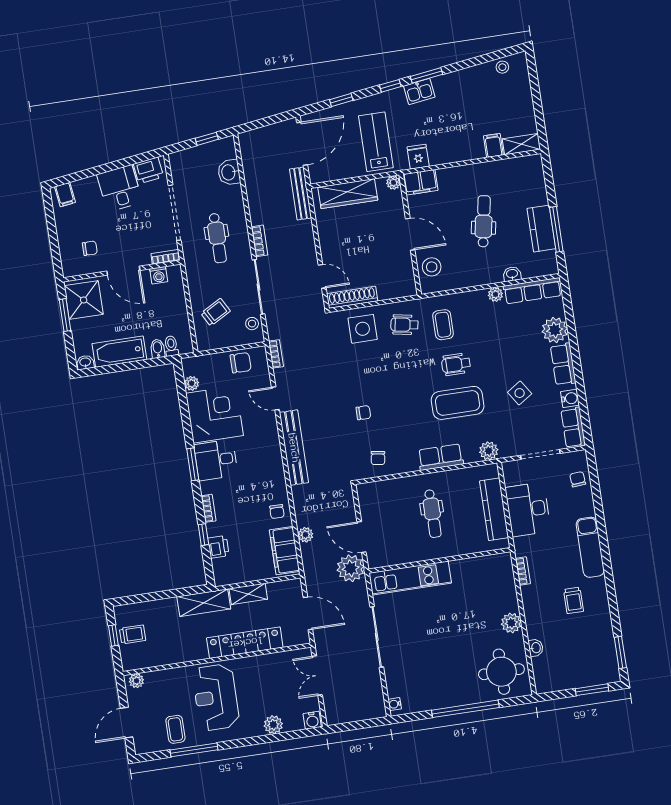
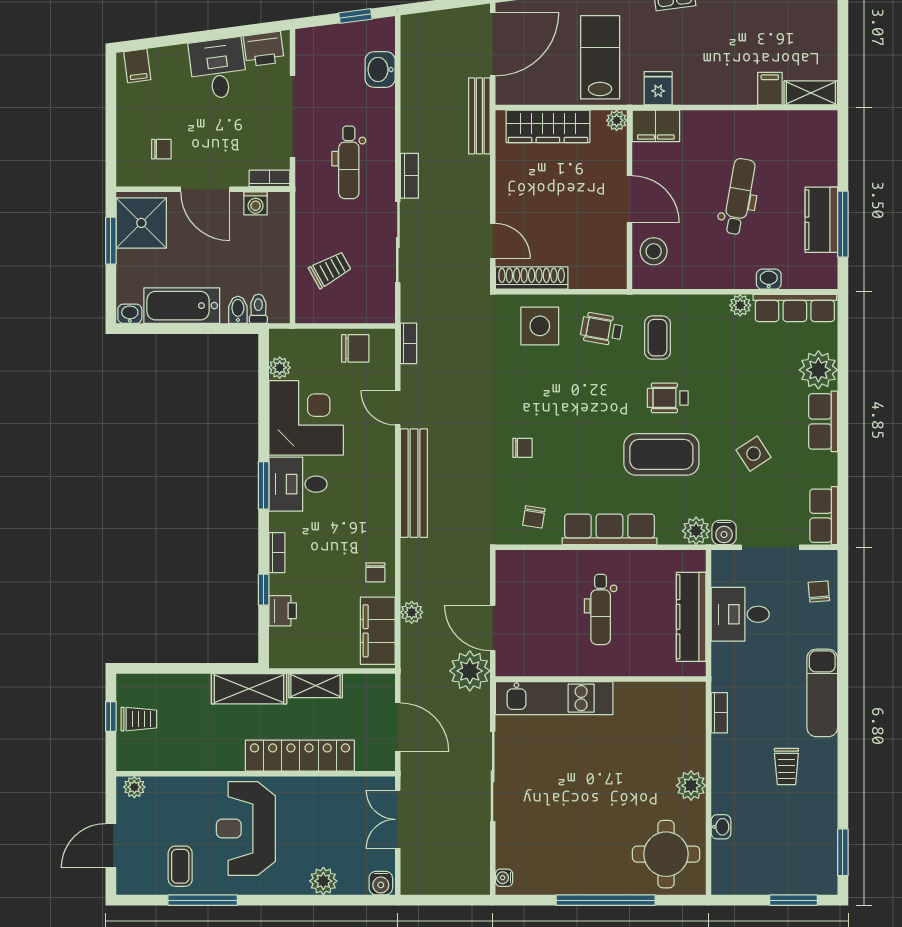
stool: (252, 324) -> (380, 294), removed
water cooler: (570, 398) -> (724, 533), moved, turned 90
row of seats: (441, 457) -> (609, 529), width x1.48
desk: (528, 509) -> (740, 614), width x0.73

